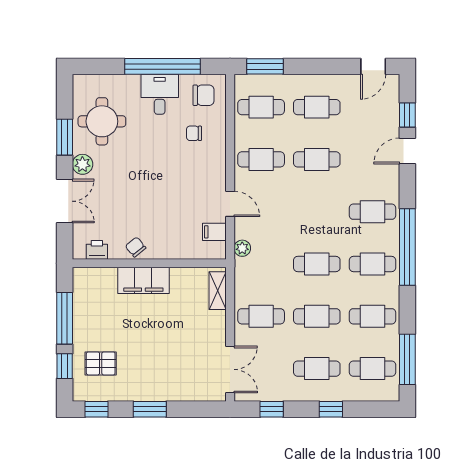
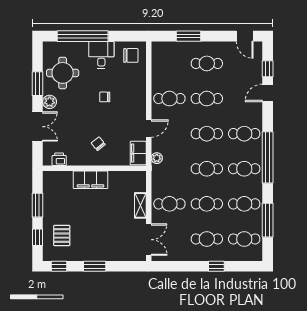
window: (163, 66) -> (83, 36), moved
window: (265, 66) -> (189, 36), moved
door: (373, 66) -> (245, 36), hinge flipped
cafe table: (261, 107) -> (207, 134), moved
chair: (194, 133) -> (105, 97), moved
door: (230, 204) -> (149, 128), hinge flipped
filing cabinet: (214, 232) -> (138, 153), width x2.00
chair: (136, 247) -> (98, 144), moved
shelving: (218, 291) -> (140, 205), moved
window: (65, 318) -> (37, 205), width x0.69
window: (407, 359) -> (268, 220), moved
pallet: (101, 363) -> (62, 236), turned 90
window: (272, 409) -> (177, 266), removed

